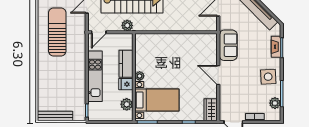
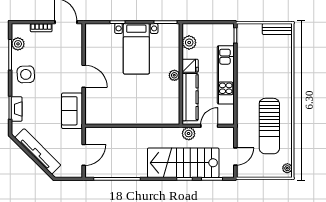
door: (99, 32) -> (209, 126), moved
kitchen counter: (126, 64) -> (190, 97), width x1.50
bed with nightstands: (157, 100) -> (136, 49), moved, turned -90
wardrobe: (211, 110) -> (92, 36), removed
bench: (55, 116) -> (277, 29), width x0.73

